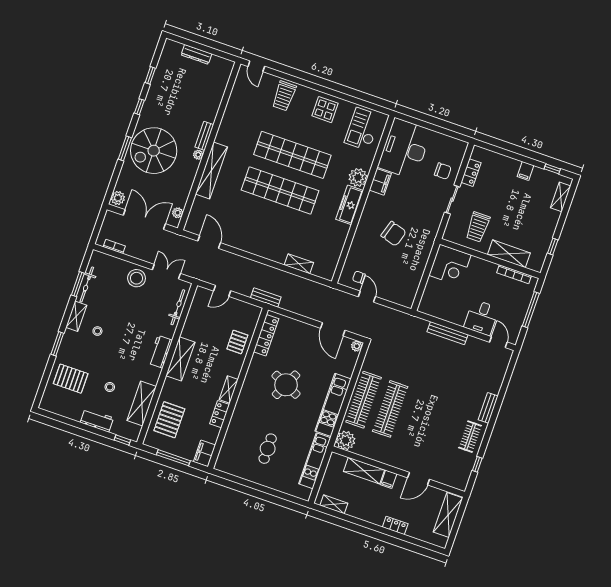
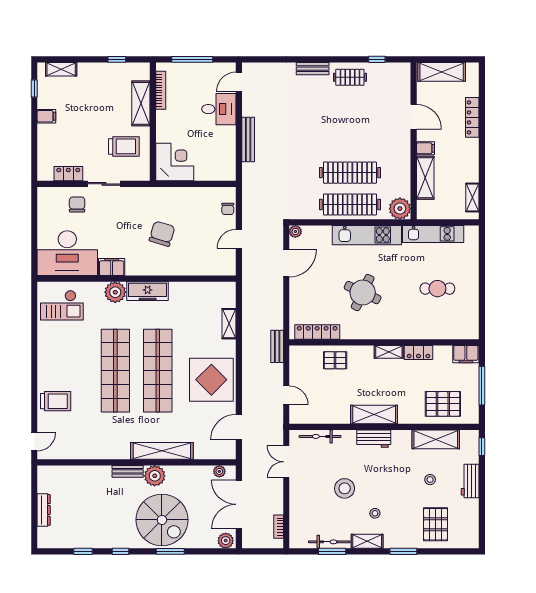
display table: (325, 110) -> (211, 380), moved, width x1.86, depth x1.86
plant: (198, 155) -> (155, 476), width x1.88, depth x1.88
chair: (359, 277) -> (228, 209), moved
stool: (137, 278) -> (345, 488), moved
locker: (395, 525) -> (472, 117), width x1.53

